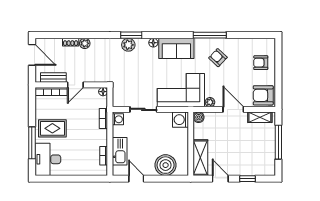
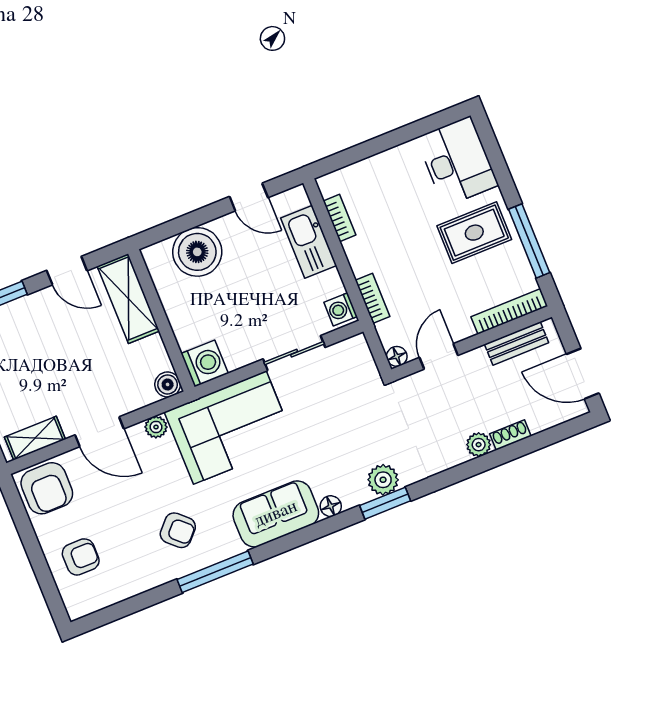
door: (75, 85) -> (439, 356), moved
armchair: (263, 95) -> (47, 488), turned 90
window: (32, 143) -> (529, 241), moved

